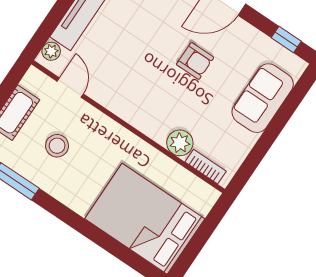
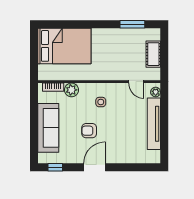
side table: (147, 93) -> (101, 102), added
sofa: (263, 98) -> (48, 128), width x1.36
stool: (57, 146) -> (125, 52), removed

